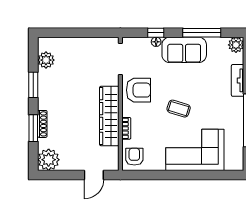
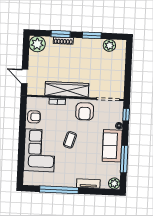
window: (156, 33) -> (126, 115), moved
armchair: (134, 157) -> (34, 117), moved

